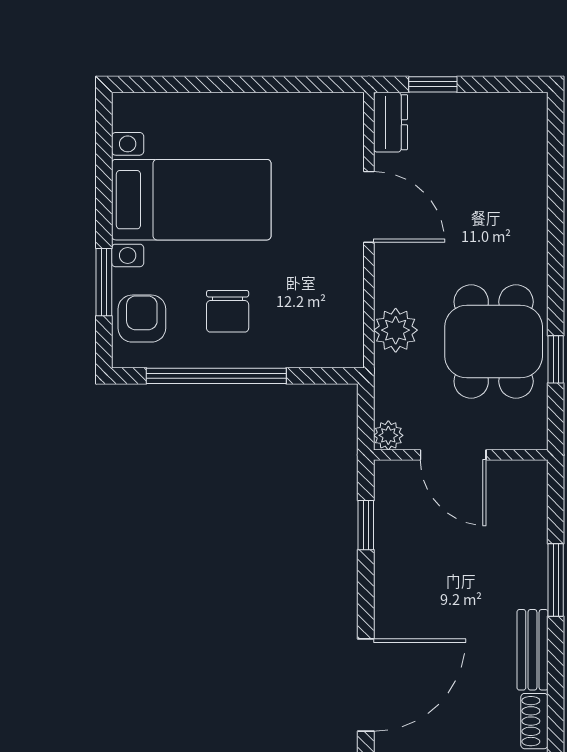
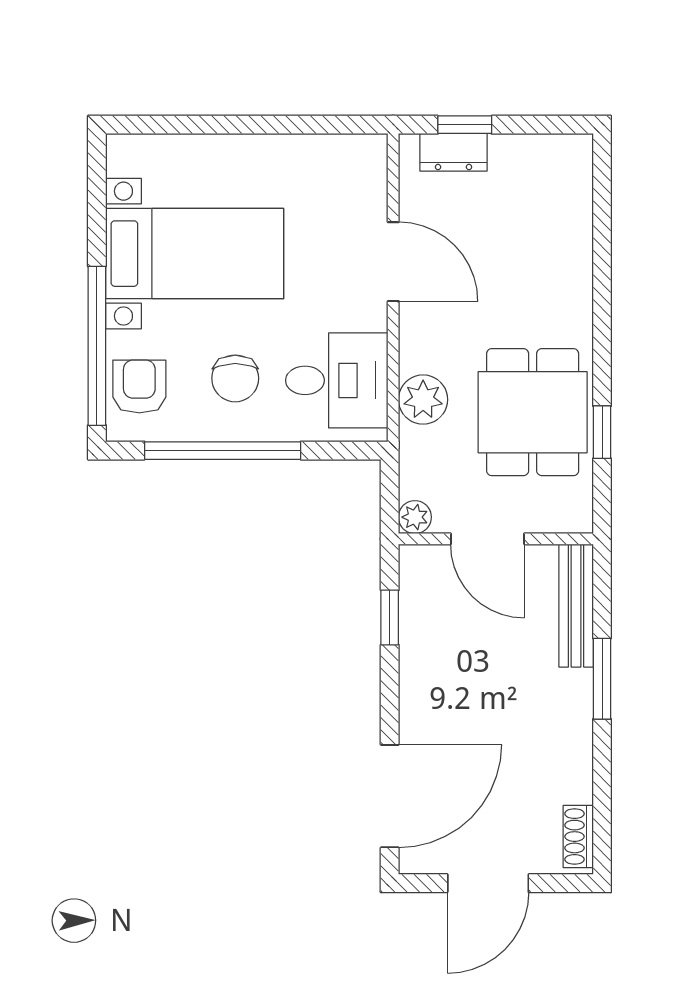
dresser: (390, 122) -> (453, 152), moved, turned 90
window: (104, 282) -> (97, 346), width x2.11
desk: (318, 313) -> (337, 380), added
bench: (532, 650) -> (576, 606), moved, width x1.36

